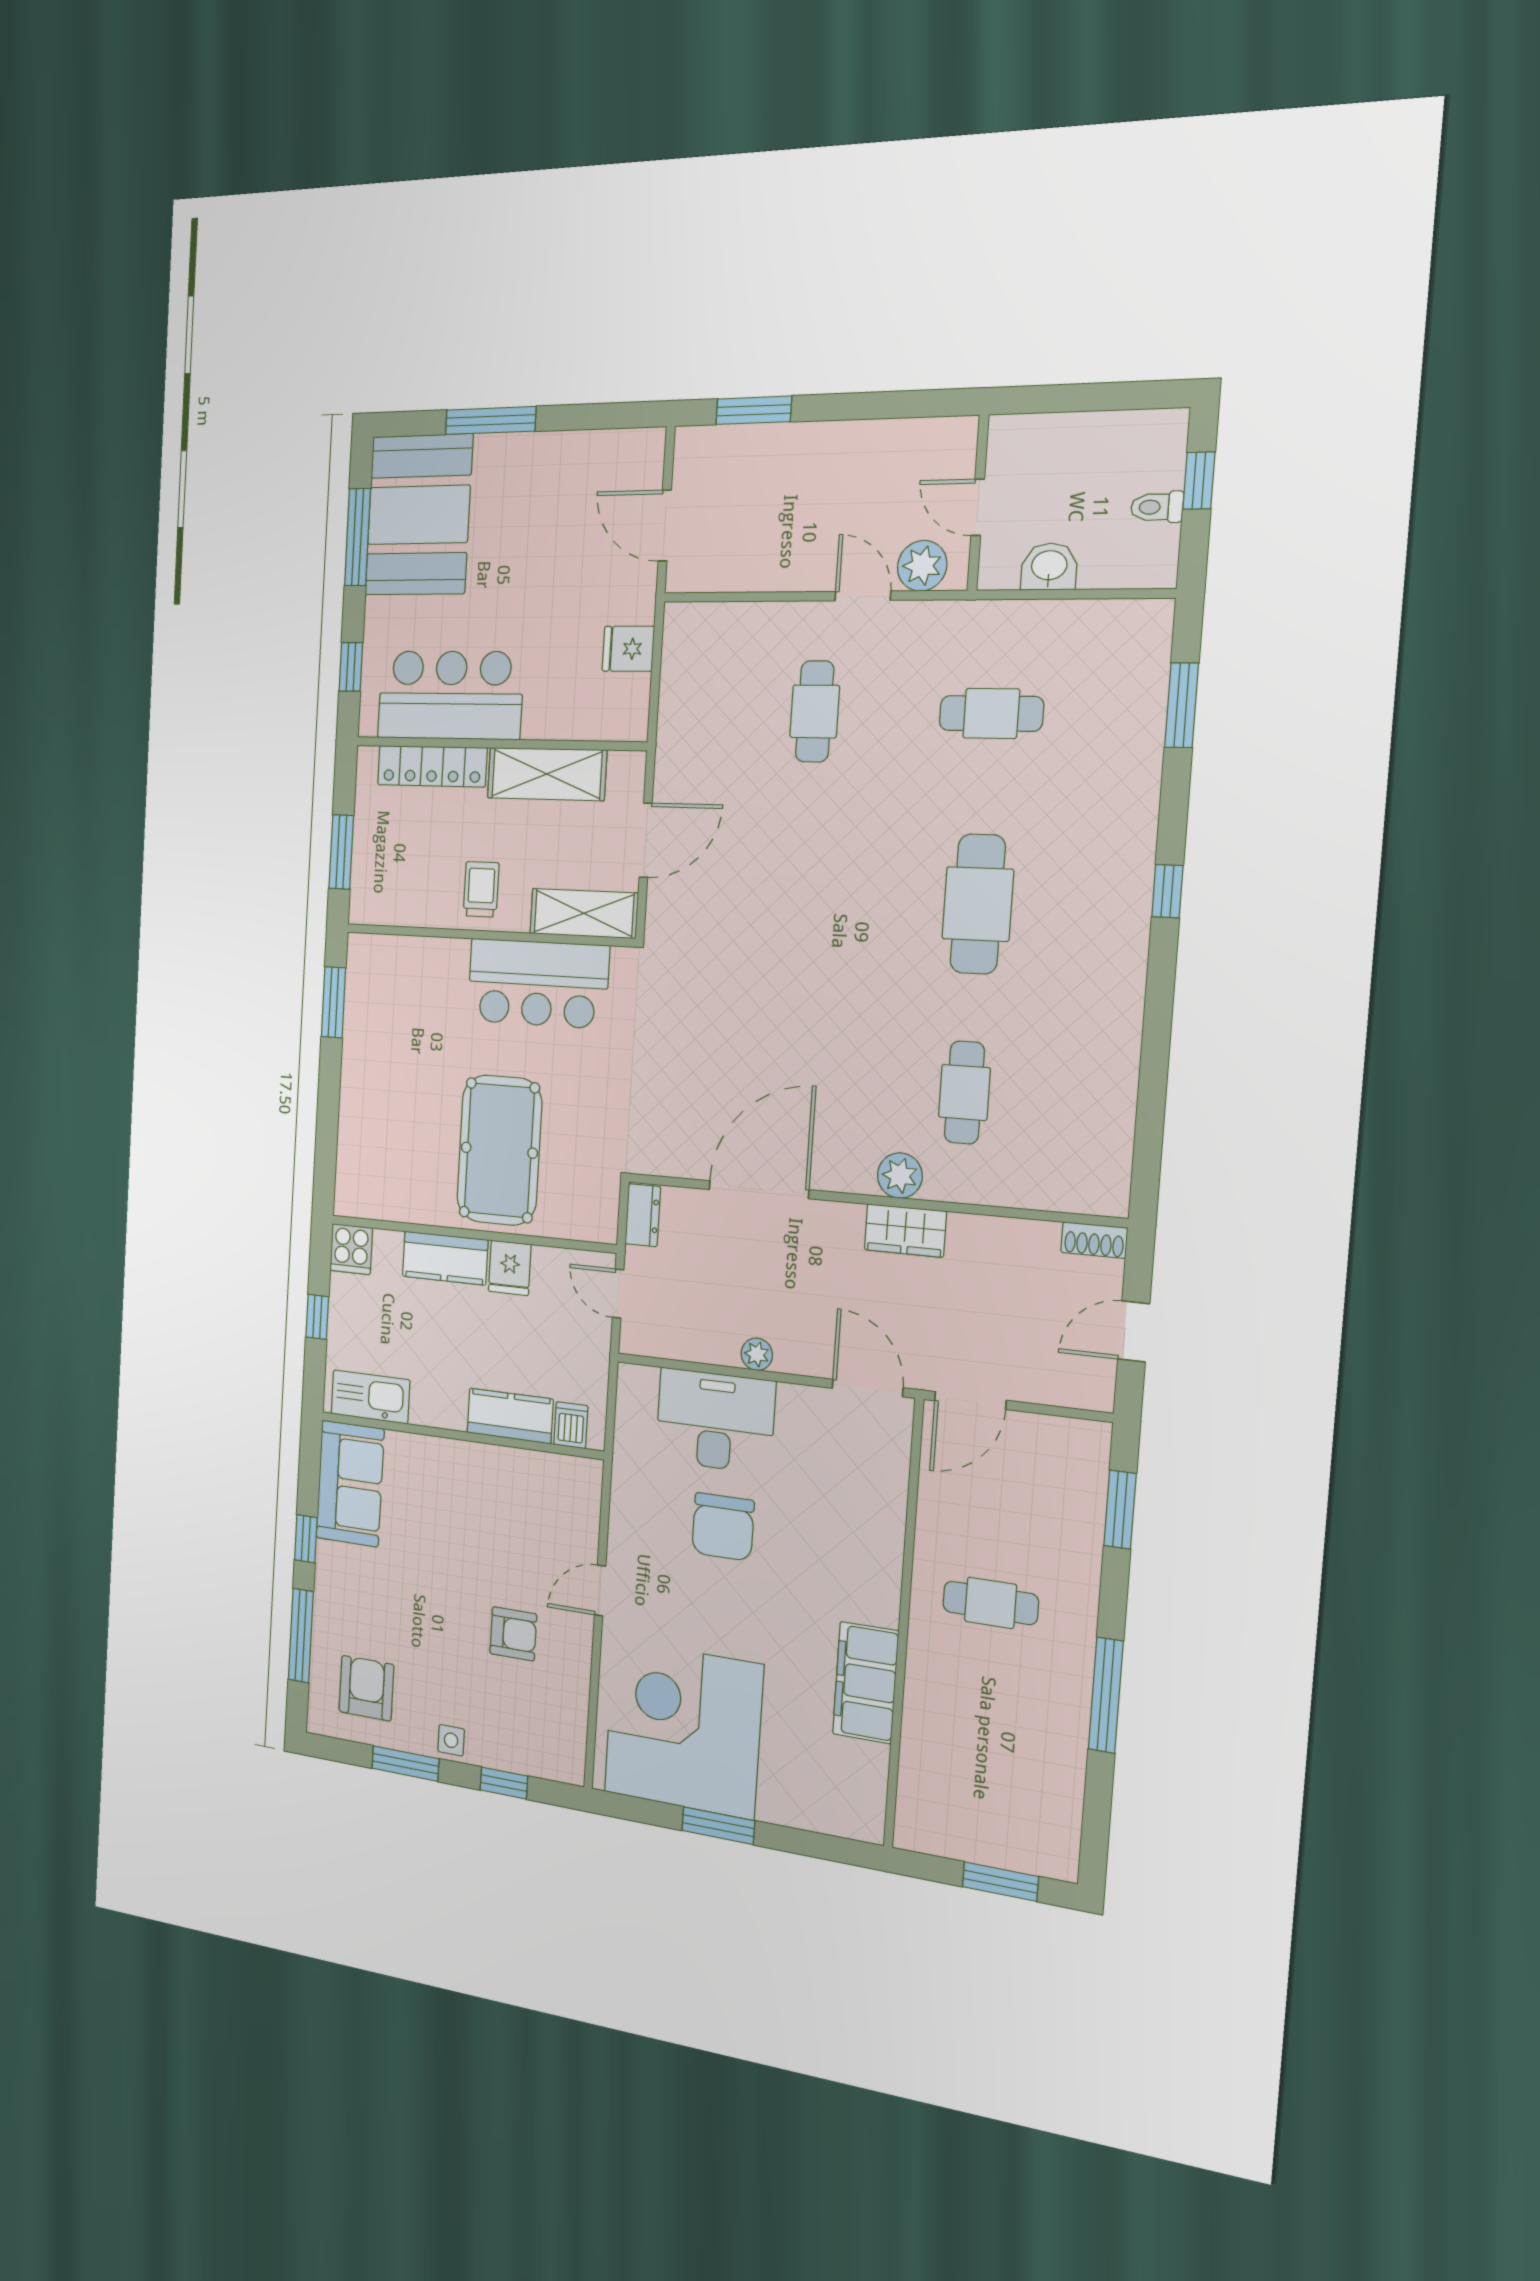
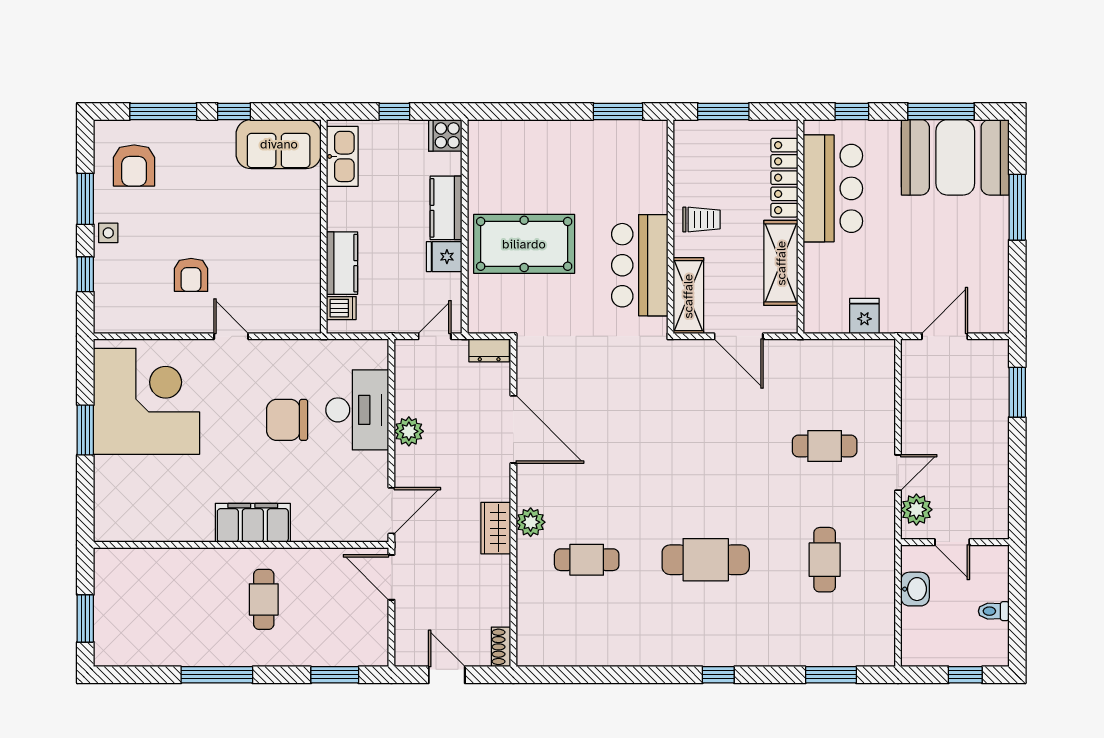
door: (978, 507) -> (952, 542), swing flipped
toilet: (1157, 507) -> (994, 611), moved, turned -90
plant: (757, 1354) -> (409, 431), width x1.38, depth x1.38
filing cabinet: (866, 1683) -> (253, 523), moved
armchair: (366, 1688) -> (134, 166), turned 90

